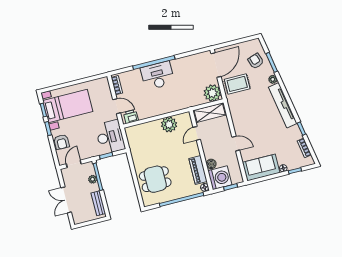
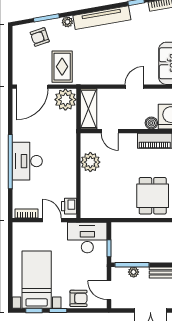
door: (216, 65) -> (32, 87), swing flipped
door: (117, 106) -> (52, 220), hinge flipped

